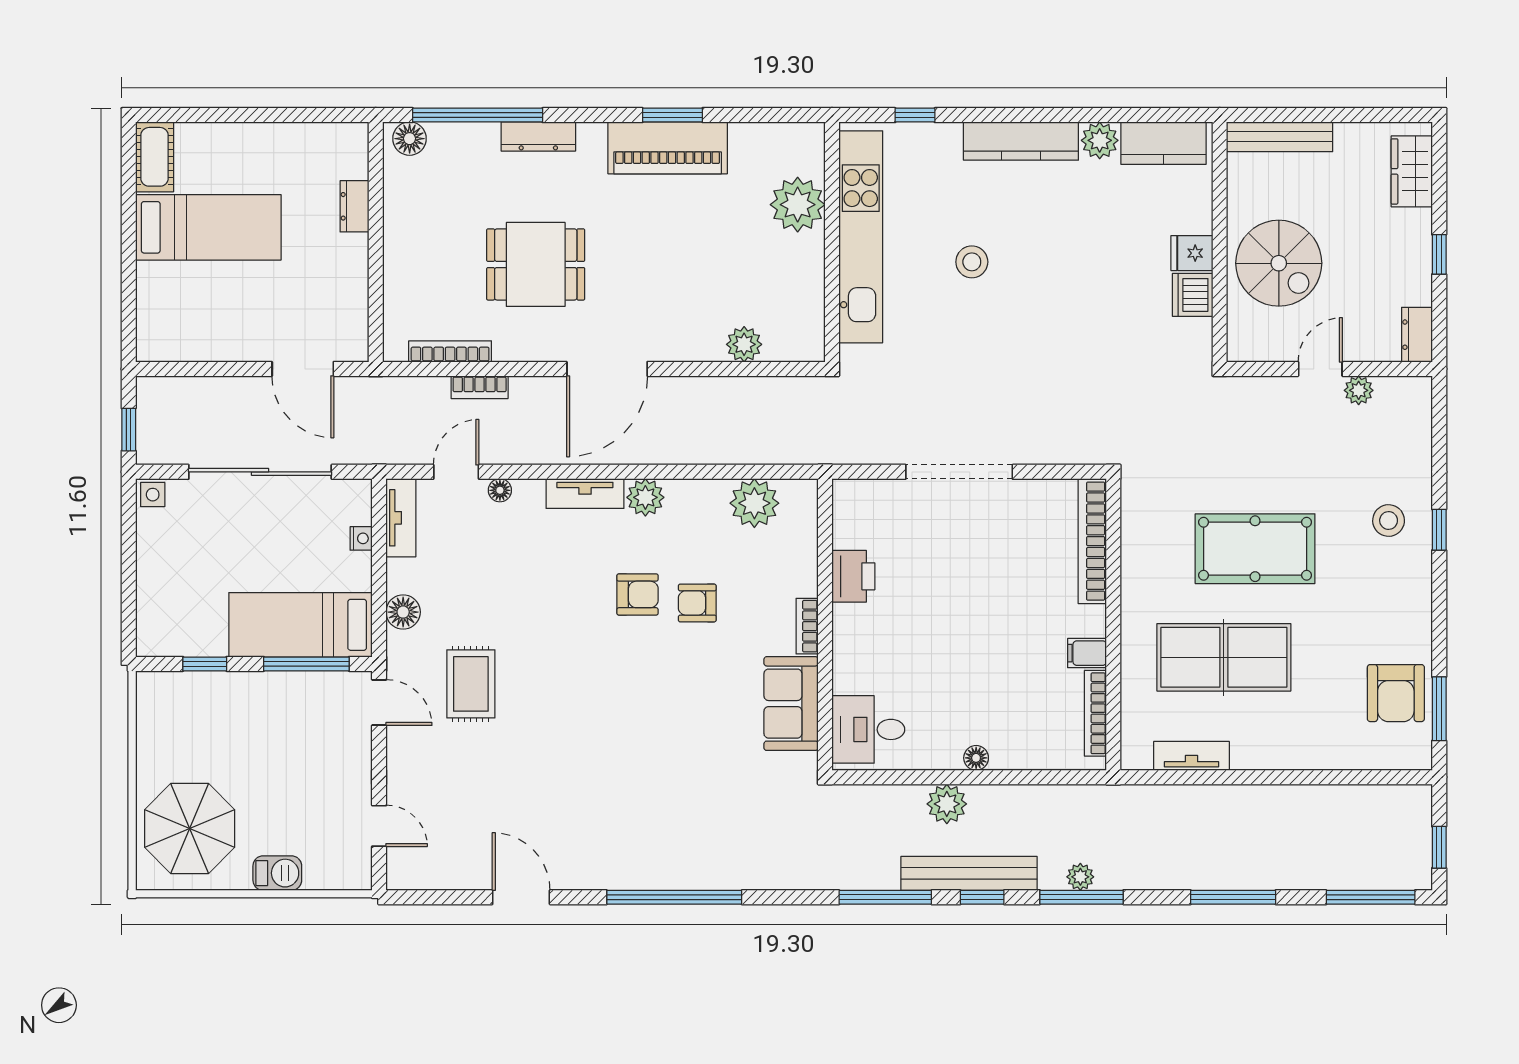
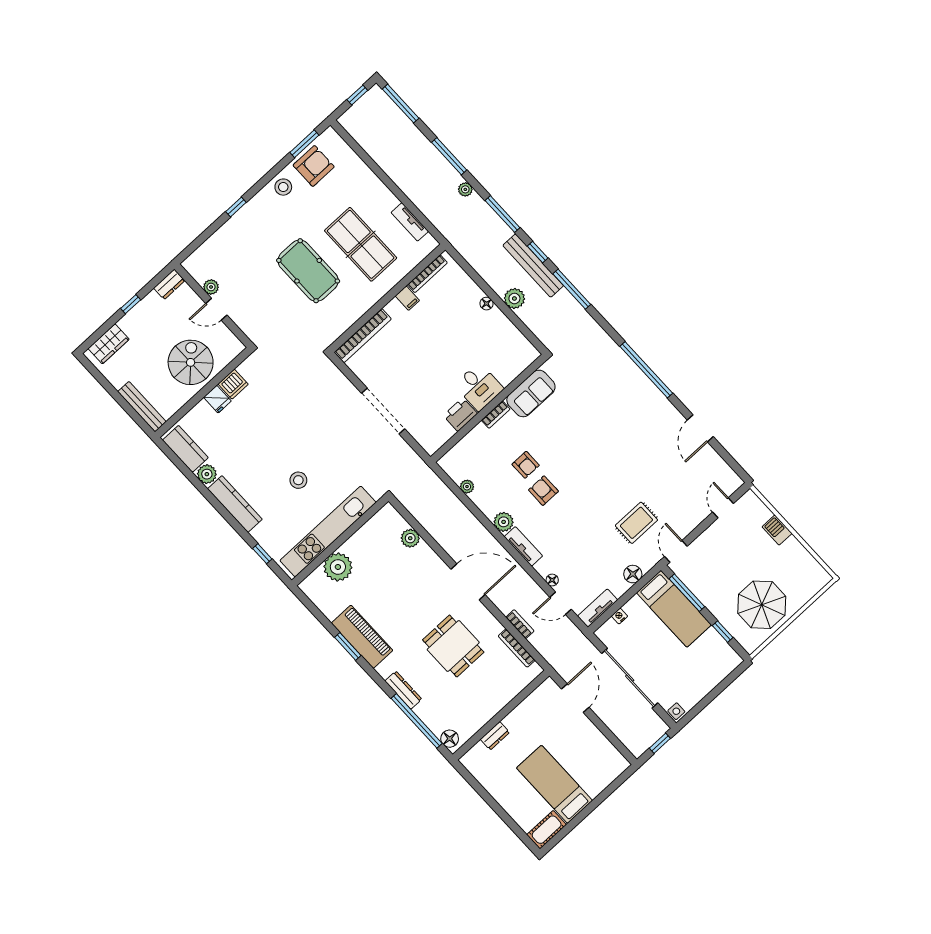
plant: (754, 503) -> (467, 487), width x0.53, depth x0.53
stool: (1389, 520) -> (283, 187), moved
desk: (868, 729) -> (479, 387), moved
parasol: (190, 829) -> (762, 605), moved
plant: (1080, 877) -> (465, 189), moved

